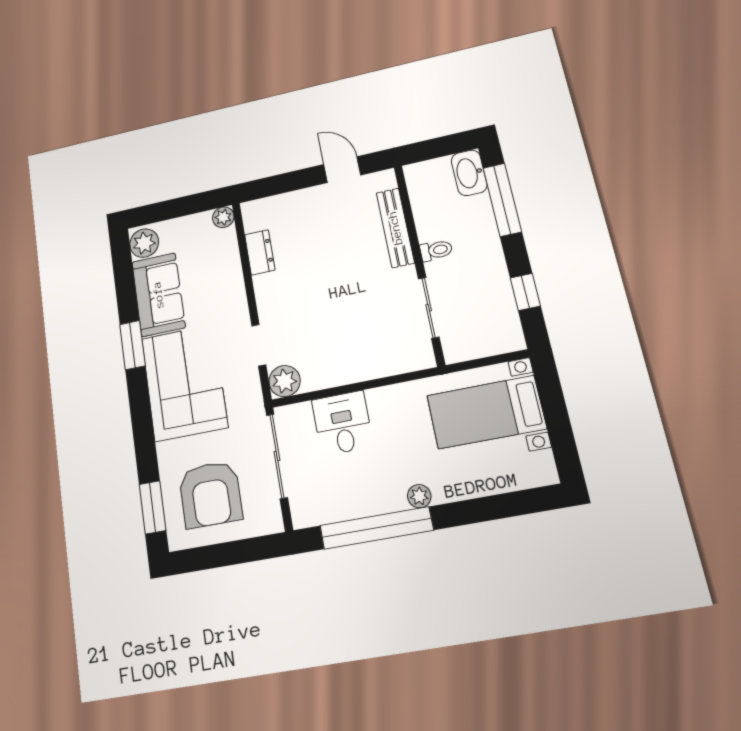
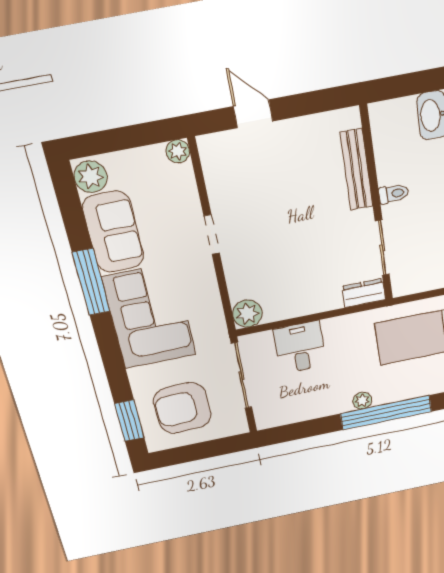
door: (342, 170) -> (253, 114), moved
dresser: (260, 252) -> (364, 293), moved, turned -90
window: (132, 345) -> (91, 282), width x1.44
doorway: (259, 345) -> (212, 235), moved
armchair: (210, 494) -> (182, 408), turned 88
window: (376, 528) -> (386, 413), moved

